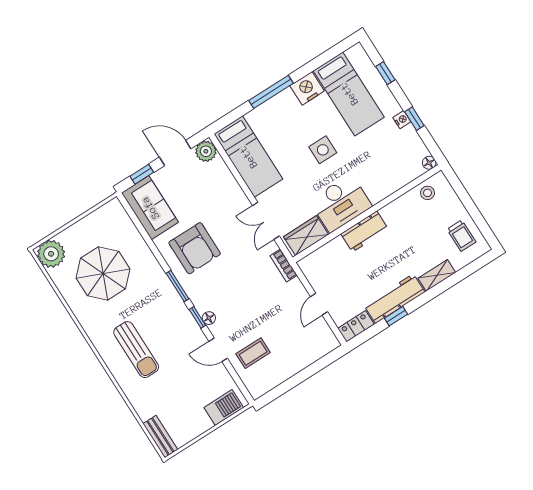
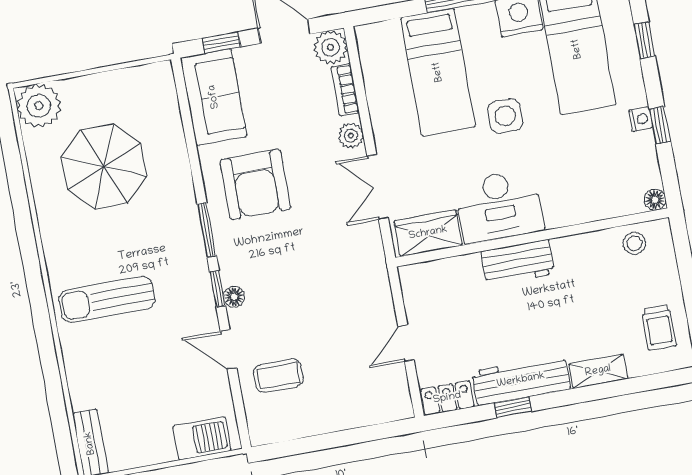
bed: (248, 157) -> (438, 72), moved
plant: (238, 197) -> (351, 136), added
bookcase: (284, 265) -> (345, 90), moved
sun lounger: (136, 350) -> (107, 299), turned 90

